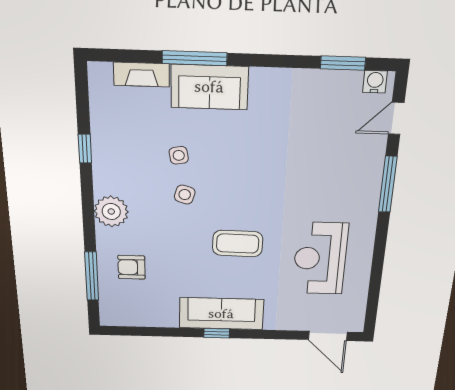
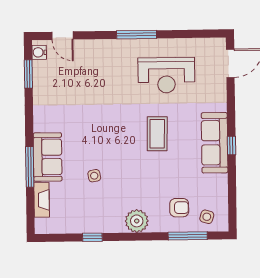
window: (388, 184) -> (137, 35), moved
side table: (185, 195) -> (207, 217), moved
armchair: (131, 267) -> (179, 208), turned -90

